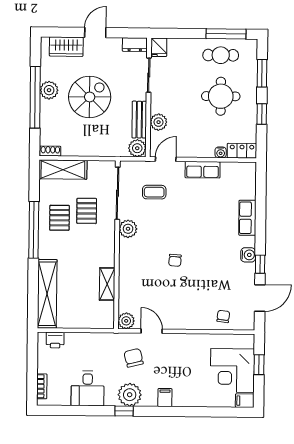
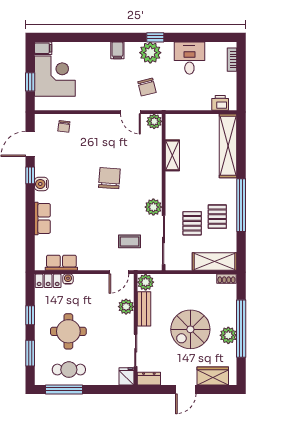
row of seats: (203, 170) -> (61, 263), moved
chair: (175, 260) -> (109, 178), width x1.87, depth x1.87

